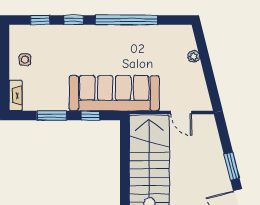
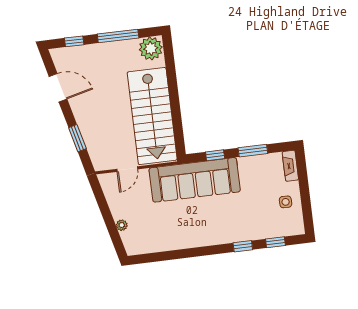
window: (126, 20) -> (192, 253), removed
door: (181, 112) -> (127, 169), swing flipped
window: (232, 166) -> (77, 138), moved

